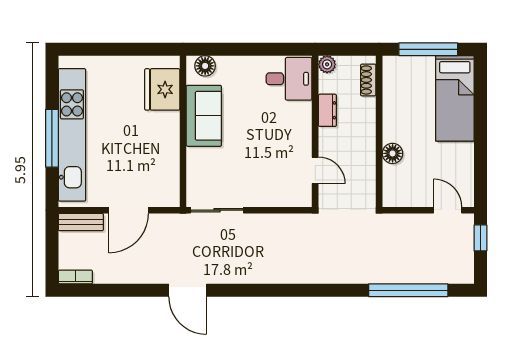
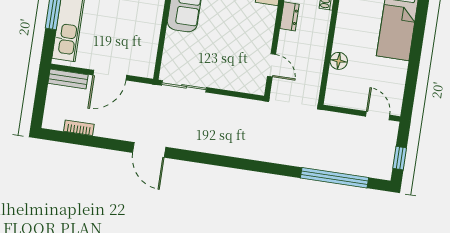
window: (480, 238) -> (400, 158), moved
bookcase: (75, 277) -> (79, 128), moved

